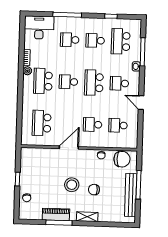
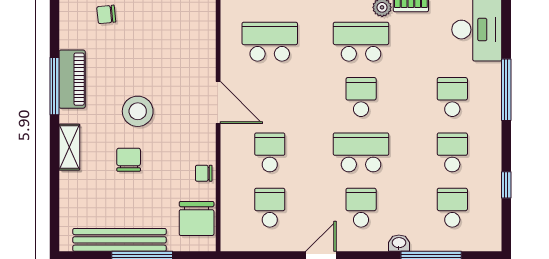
school desk: (121, 41) -> (452, 208), width x0.54

